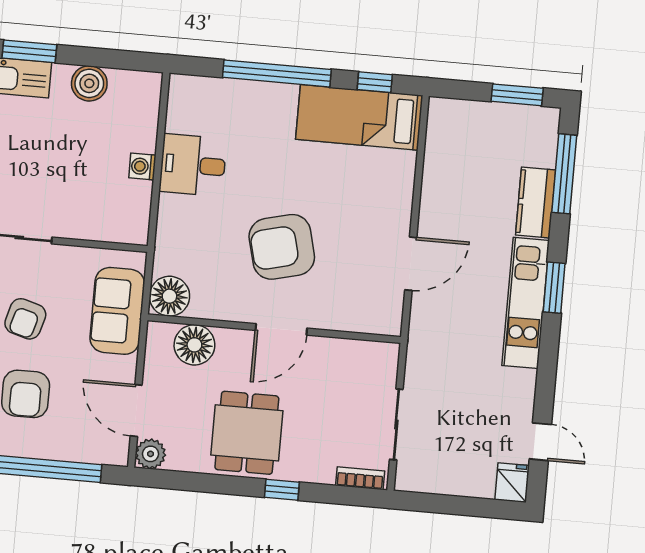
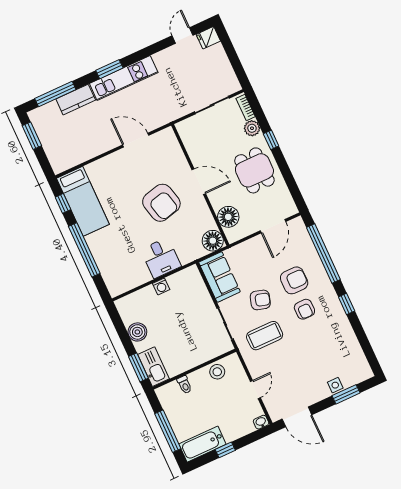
desk: (193, 165) -> (161, 258), moved
sofa: (117, 311) -> (219, 277), moved, turned -90
dining table: (247, 433) -> (254, 170), turned 90
plant: (150, 454) -> (252, 128), moved

